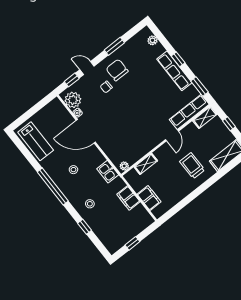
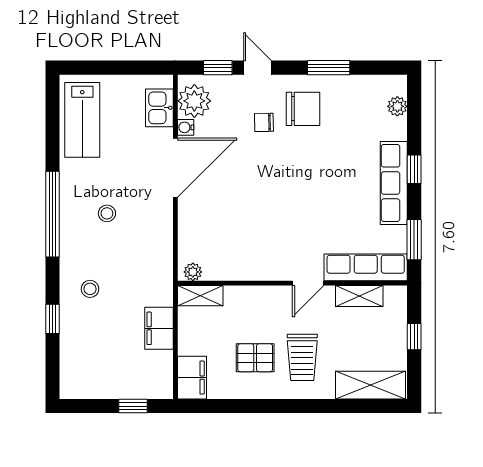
chair: (117, 70) -> (303, 109), turned 90
shelving: (205, 117) -> (359, 296), moved
door: (86, 131) -> (175, 168), swing flipped
shelving: (146, 164) -> (200, 296), moved
trolley: (192, 166) -> (302, 357), turned 180
kitchen sink: (108, 172) -> (159, 108), moved
pallet: (174, 180) -> (255, 358), added
filing cabinet: (149, 198) -> (192, 378), moved
window: (132, 243) -> (133, 406), moved

